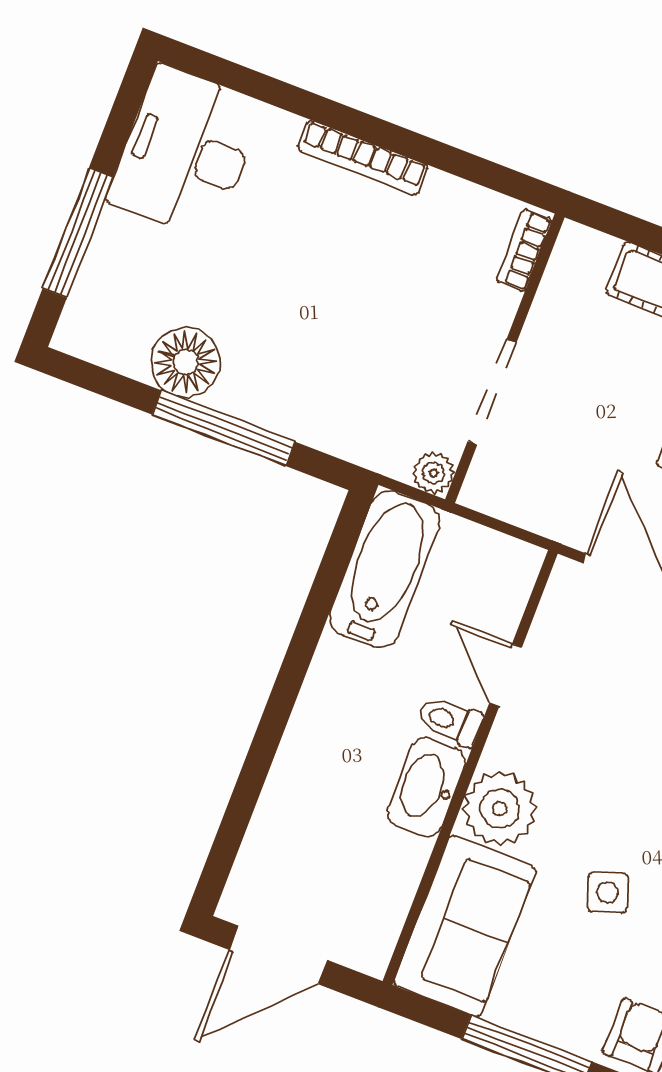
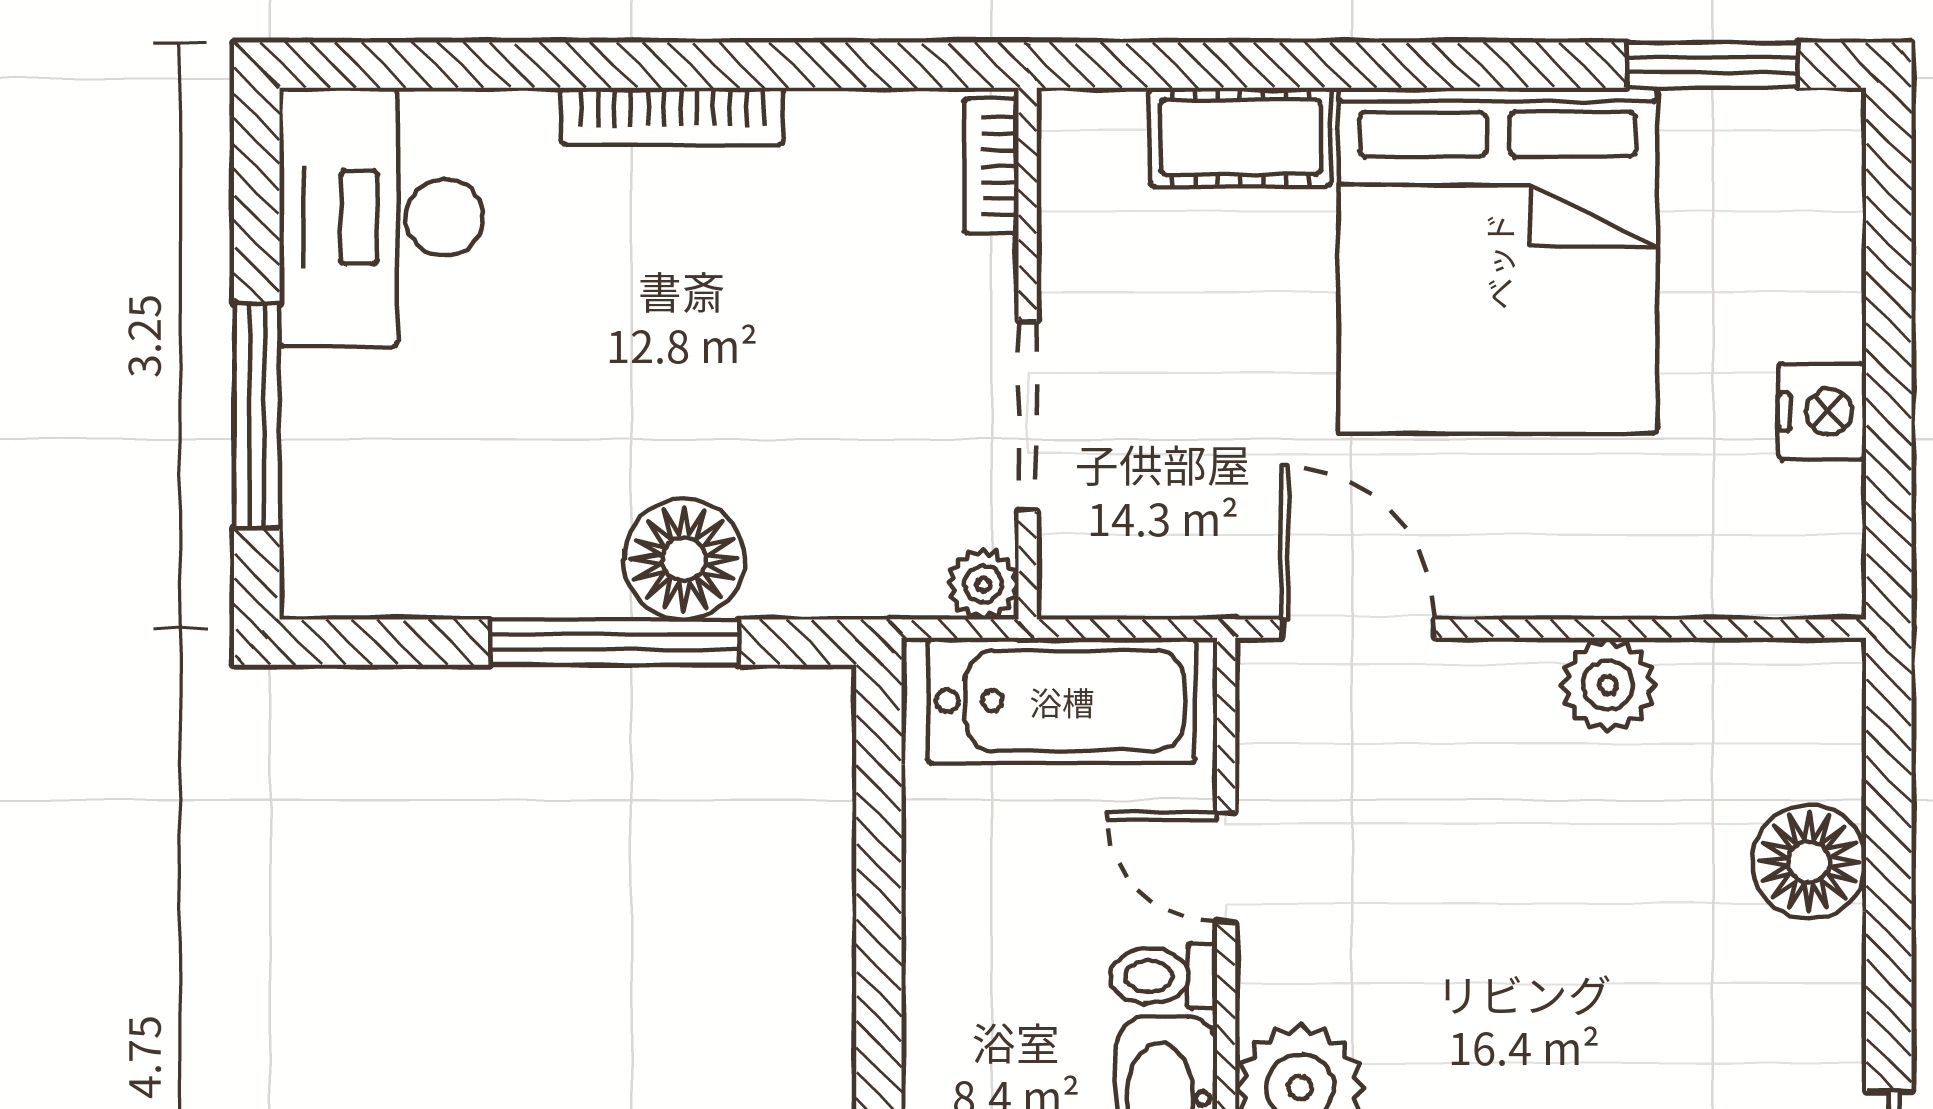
floor lamp: (186, 362) -> (684, 559), moved
bathtub: (385, 569) -> (1062, 701), moved, turned 90

